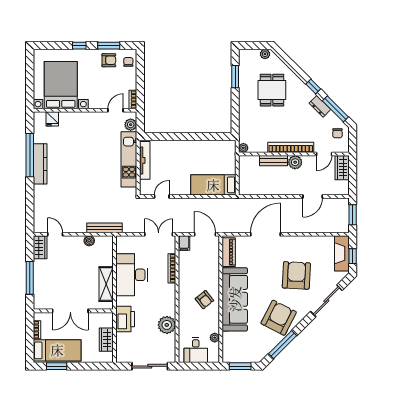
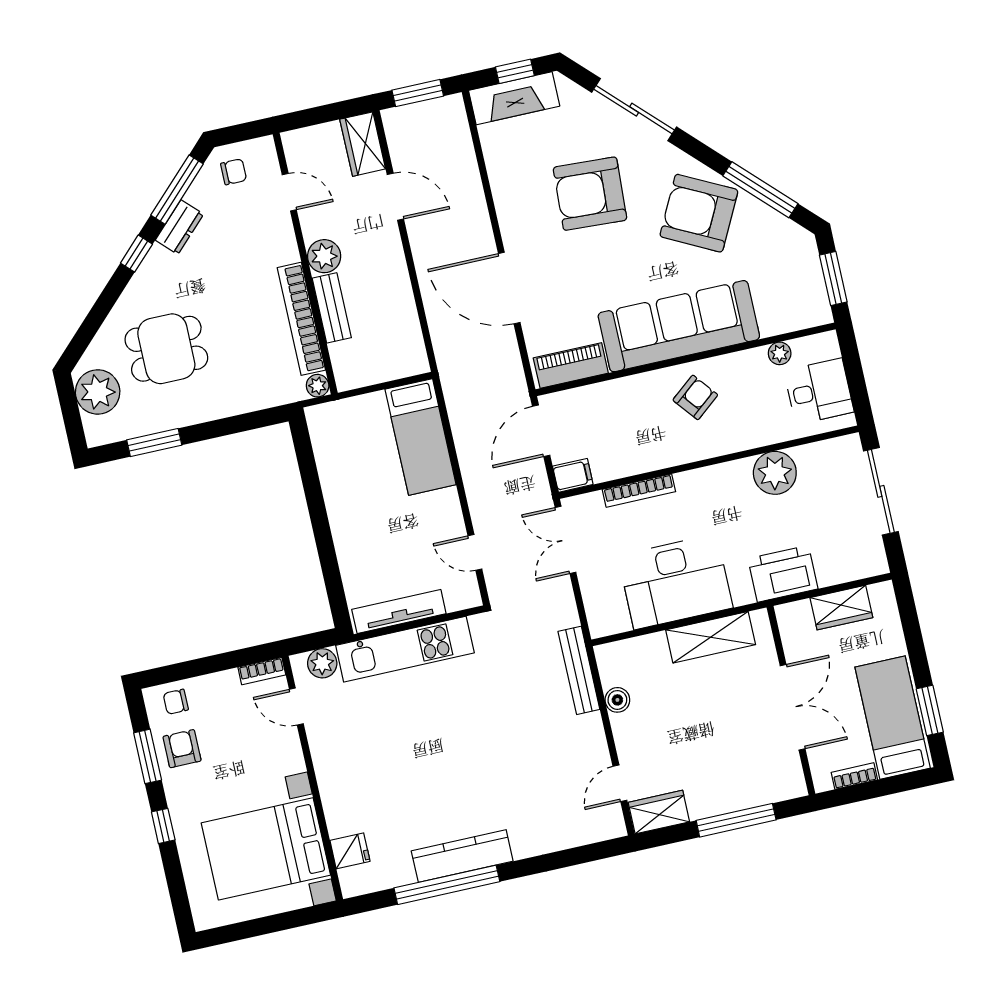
plant: (265, 54) -> (98, 392), width x1.87, depth x1.87
bookcase: (291, 147) -> (301, 319), moved
wardrobe: (342, 168) -> (363, 144), moved, turned 90

